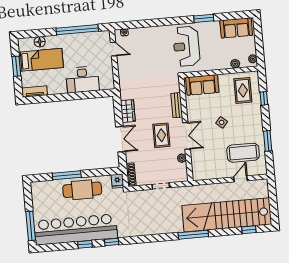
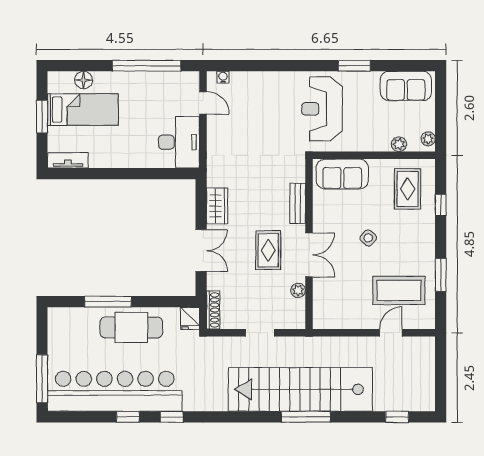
desk: (82, 79) -> (179, 142), moved, turned -90
stairs: (227, 215) -> (300, 389), moved

